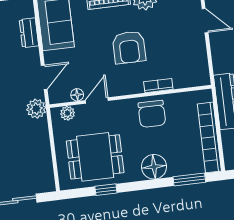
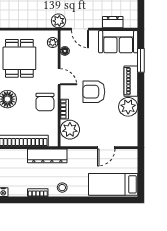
plant: (186, 74) -> (70, 130), added
door: (97, 101) -> (59, 77), moved
chair: (152, 114) -> (45, 102), turned -90

